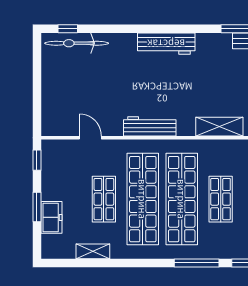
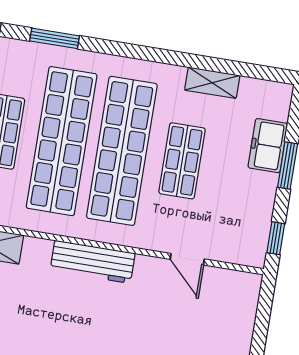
window: (197, 263) -> (55, 38), width x0.69

